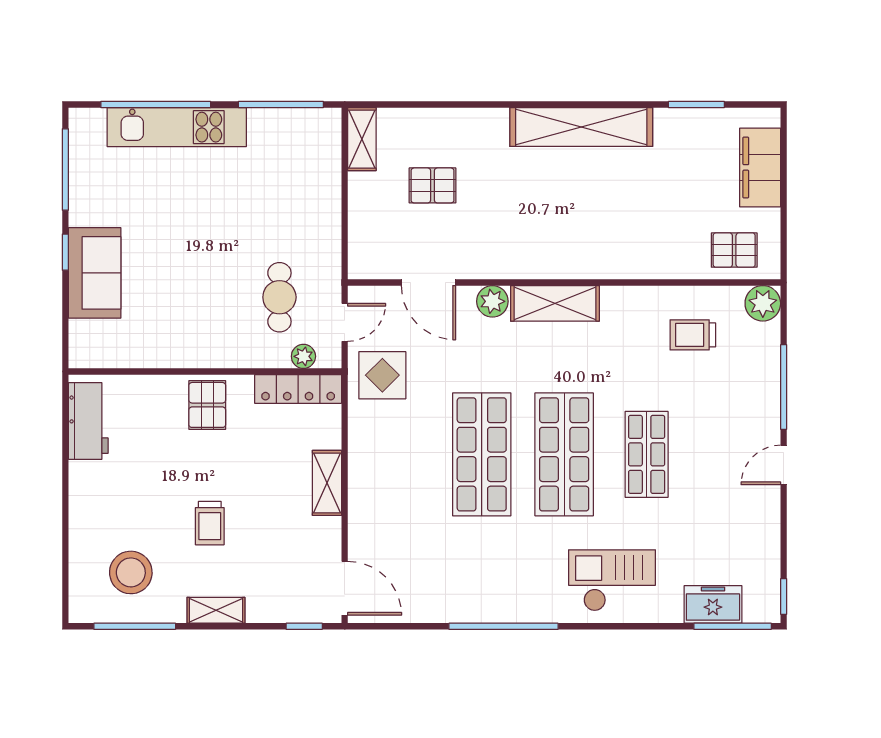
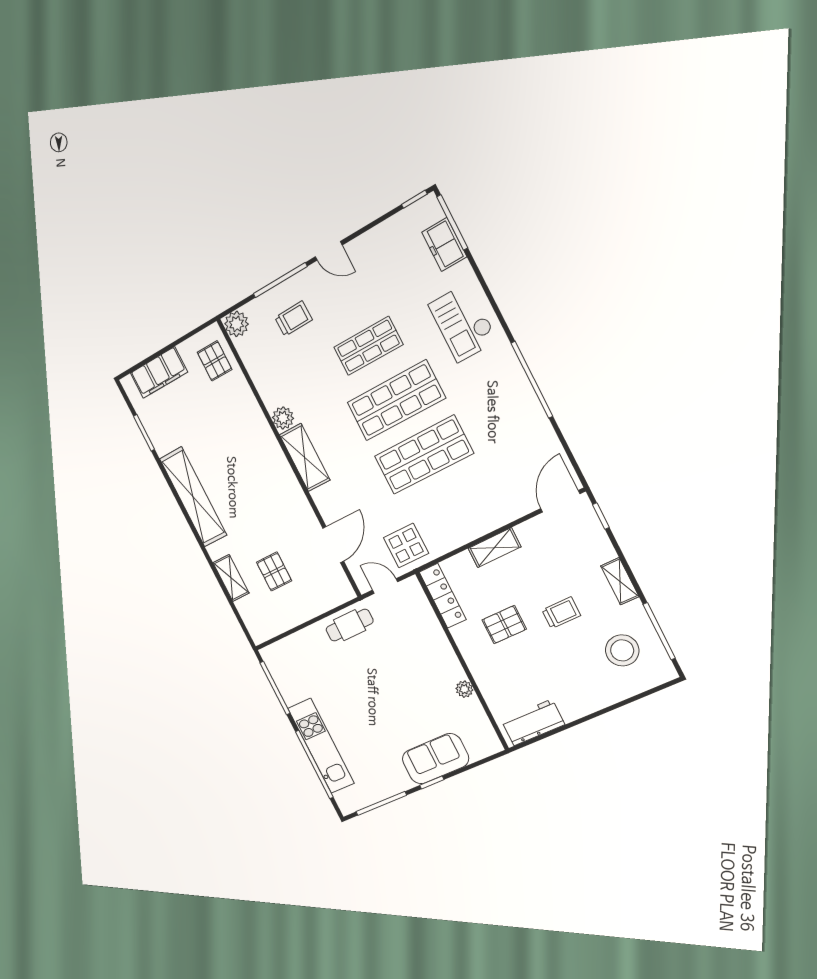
shelving: (362, 139) -> (231, 578), moved, turned 90
cafe table: (279, 297) -> (350, 625), moved
plant: (492, 301) -> (283, 418), moved
trolley: (693, 335) -> (293, 319), moved, turned -91
plant: (303, 356) -> (464, 689), moved
pallet: (207, 405) -> (504, 625), moved

